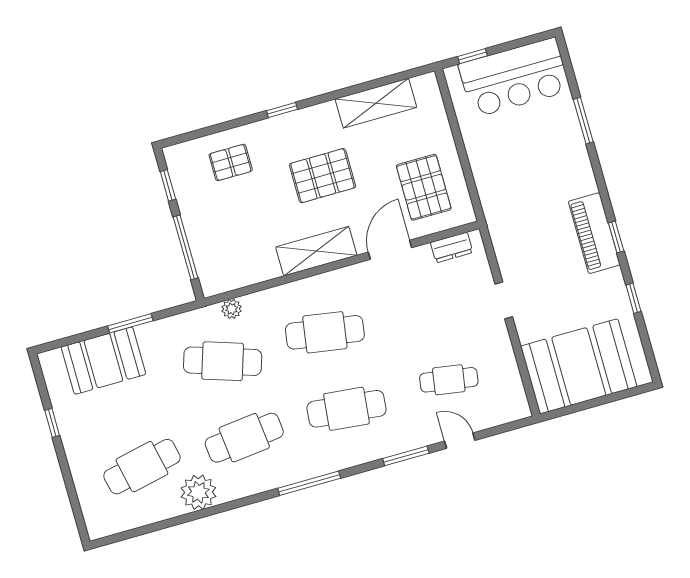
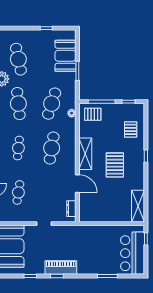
shelving: (376, 103) -> (138, 206), moved
pallet: (424, 187) -> (93, 114), moved, width x0.67, depth x0.71
cafe table: (347, 409) -> (18, 148), width x0.73, depth x0.74

